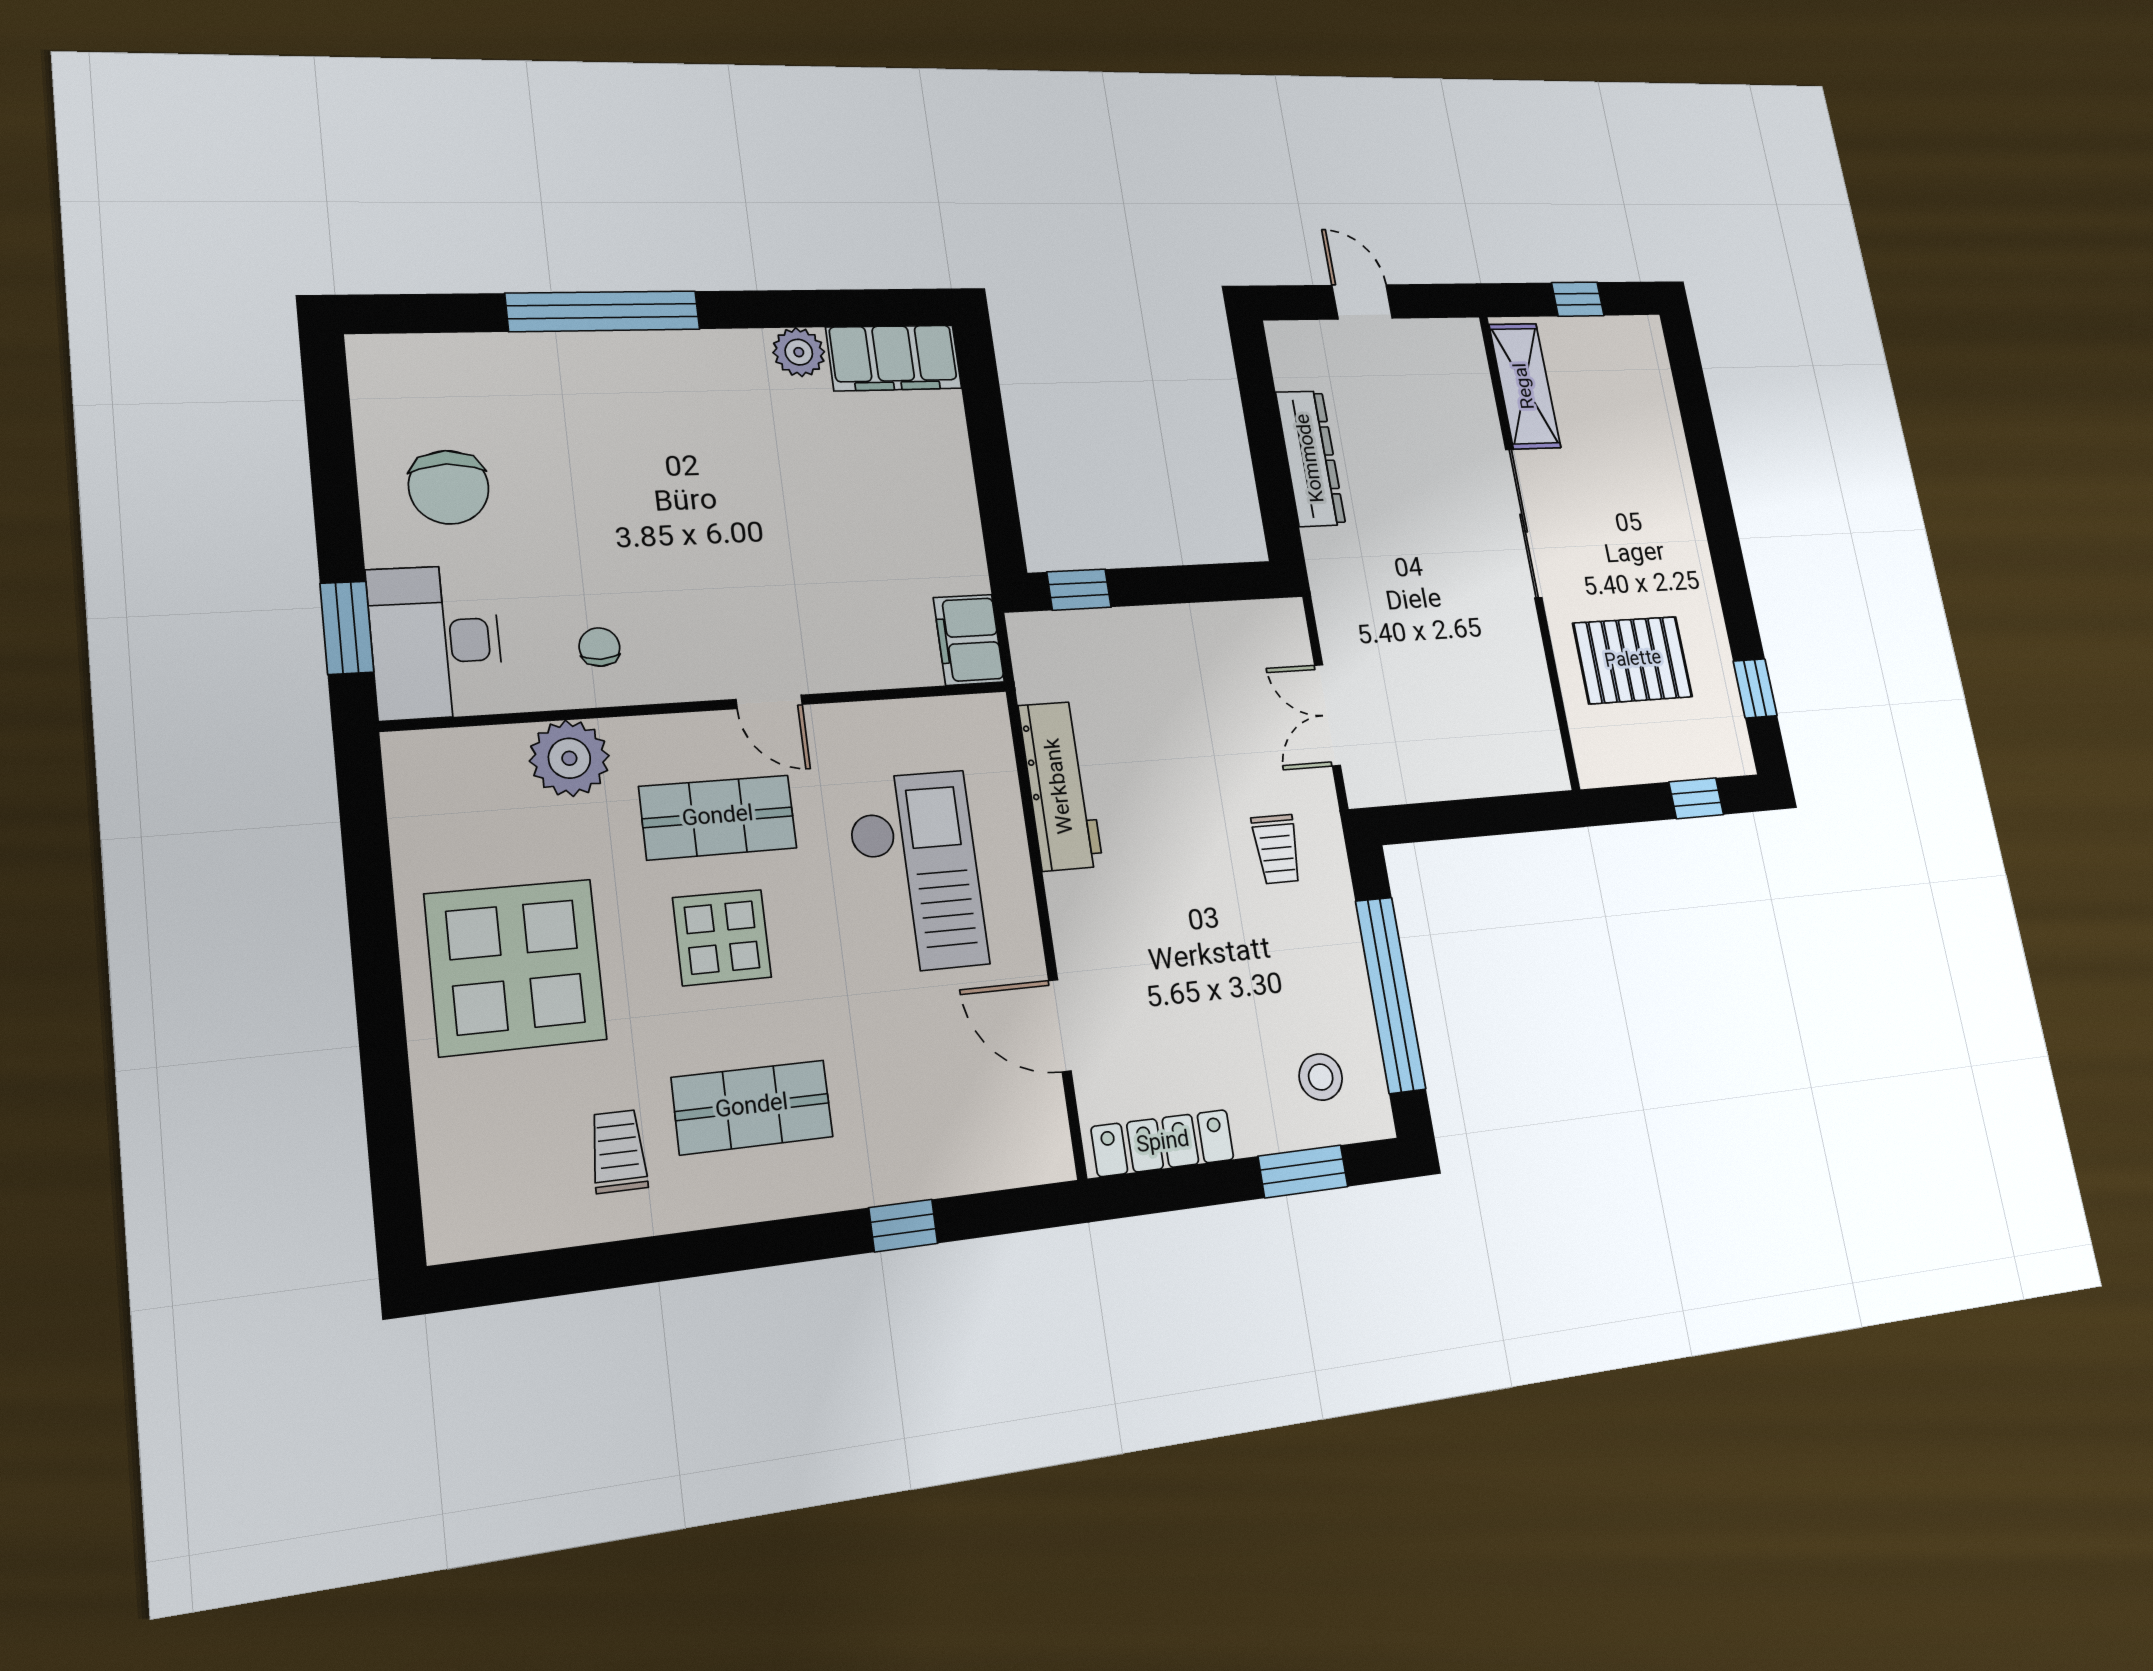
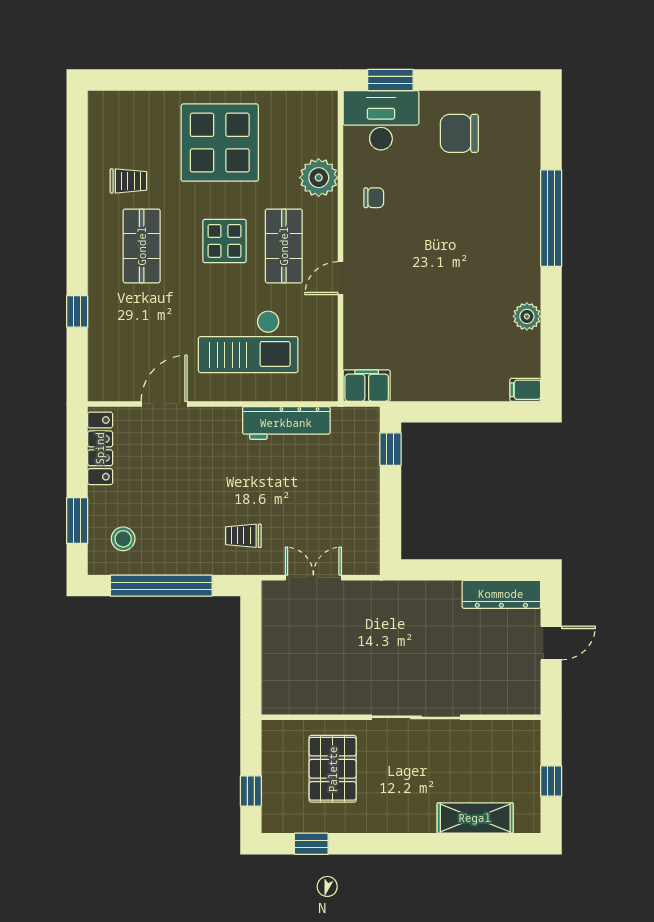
filing cabinet: (894, 358) -> (525, 390), width x0.33, depth x0.86
shelving: (1525, 386) -> (475, 818), moved
dresser: (1311, 458) -> (501, 594), moved

